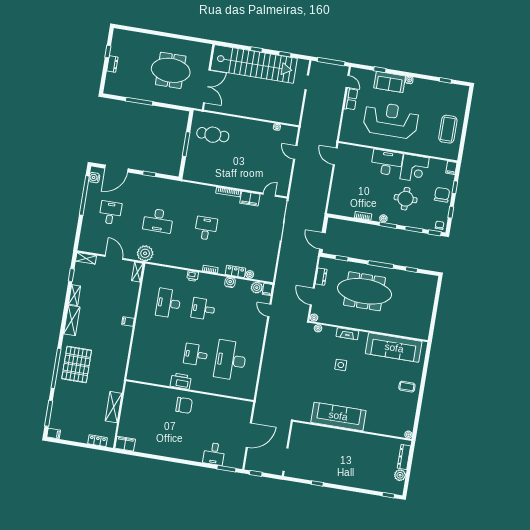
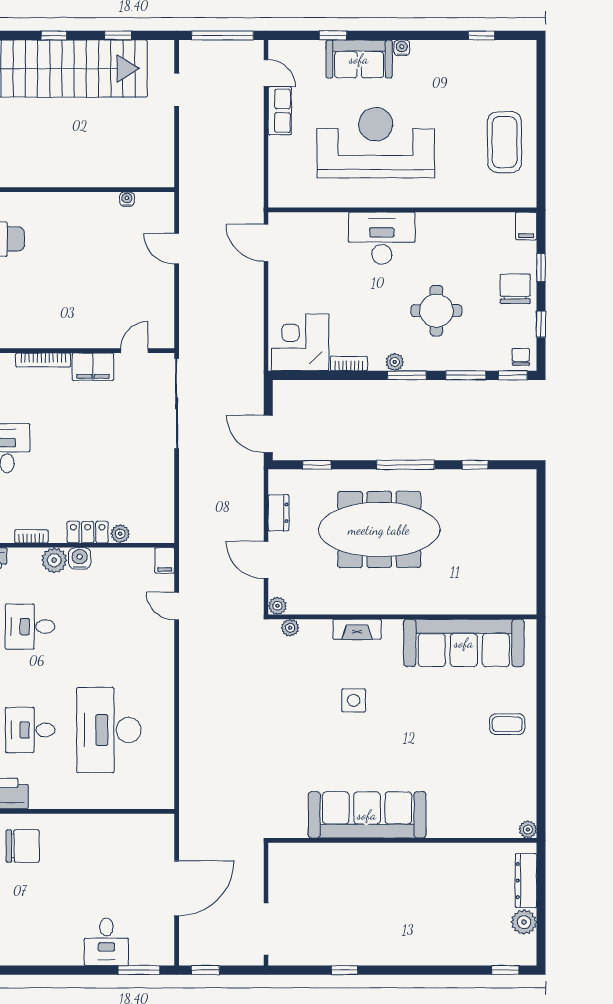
corner desk: (415, 168) -> (300, 342), moved, turned 180
plant: (257, 288) -> (54, 560), moved

